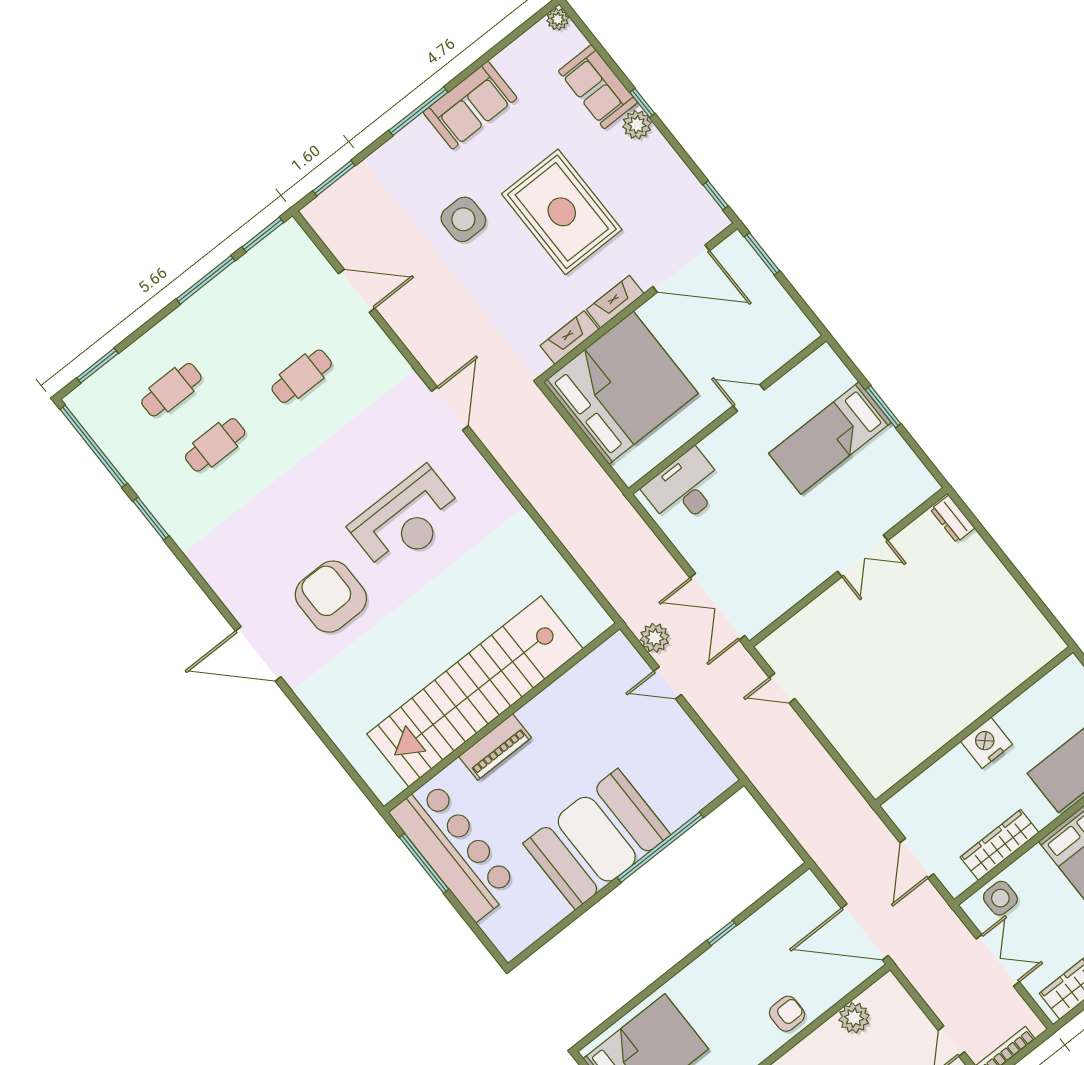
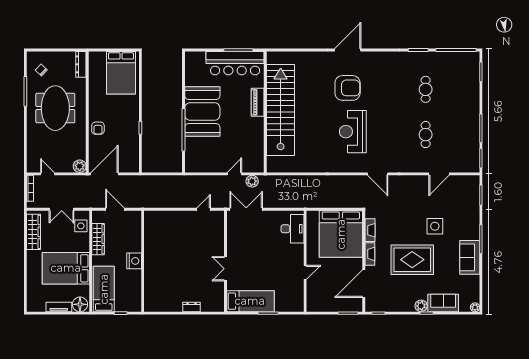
cafe table: (171, 390) -> (454, 89), removed
bed: (830, 438) -> (250, 301), moved, turned 90
dresser: (953, 519) -> (192, 307), moved
plant: (854, 1018) -> (80, 166), moved

